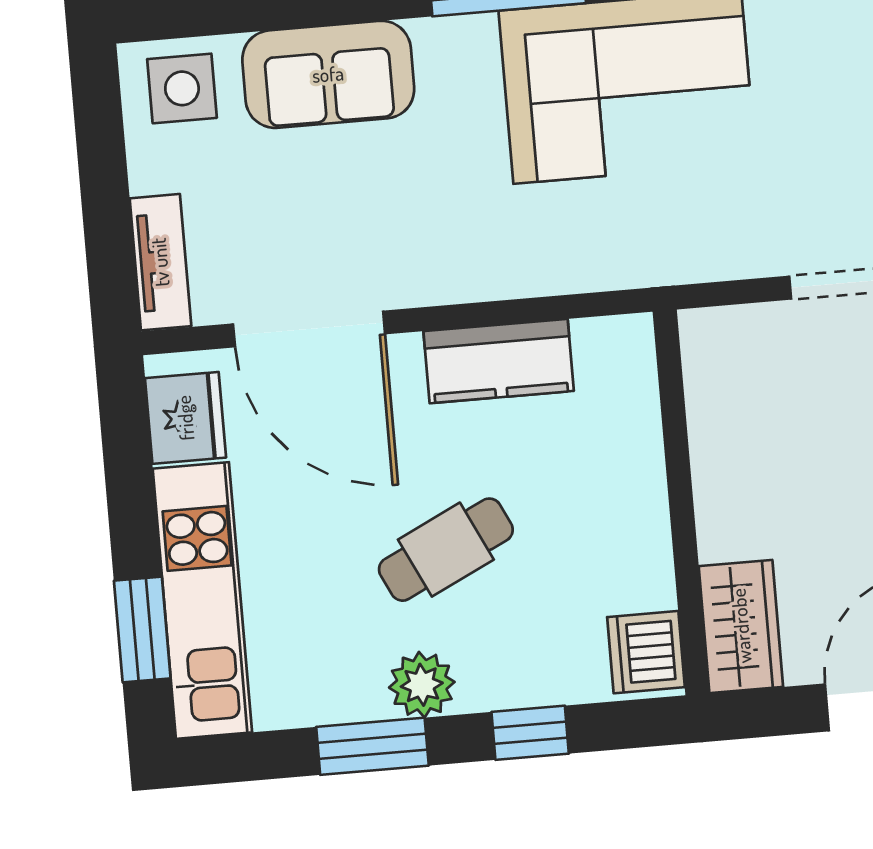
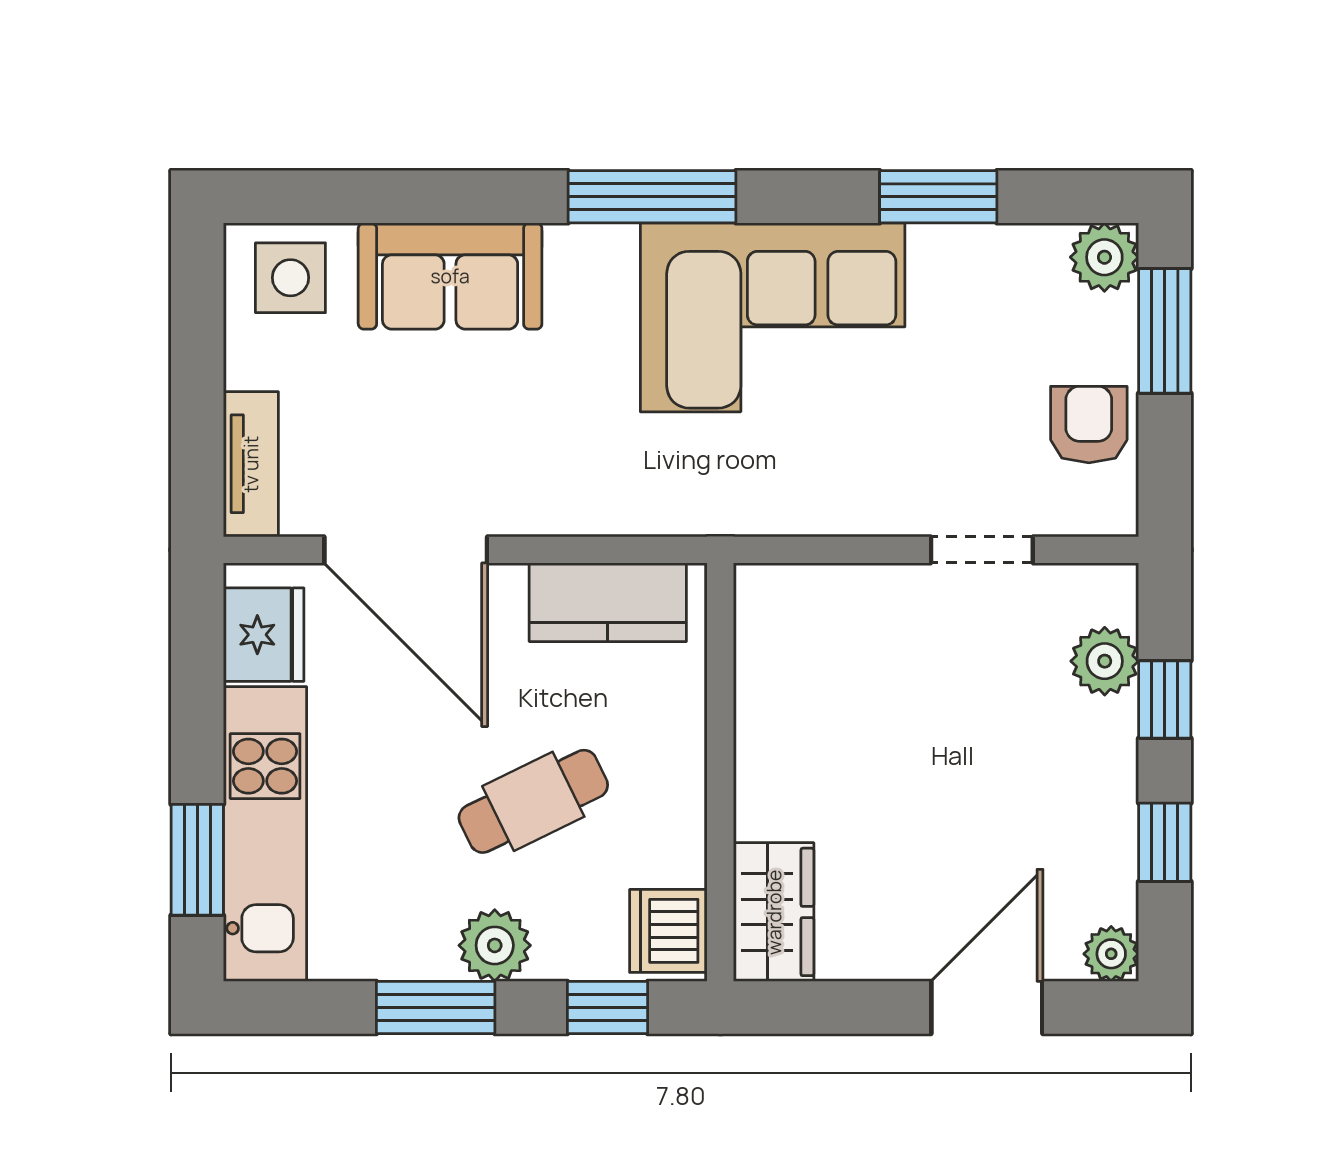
wall: (681, 502) -> (720, 772), moved
wardrobe: (741, 626) -> (774, 912), moved
dishwasher: (646, 652) -> (668, 931), moved

